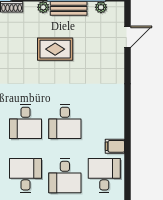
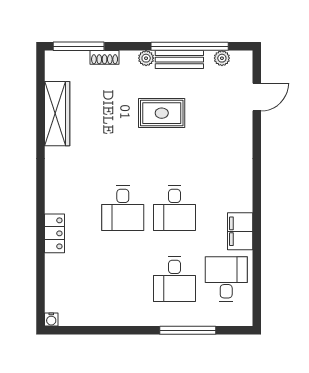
filing cabinet: (115, 146) -> (240, 231), width x2.00
desk: (25, 176) -> (123, 279), removed

